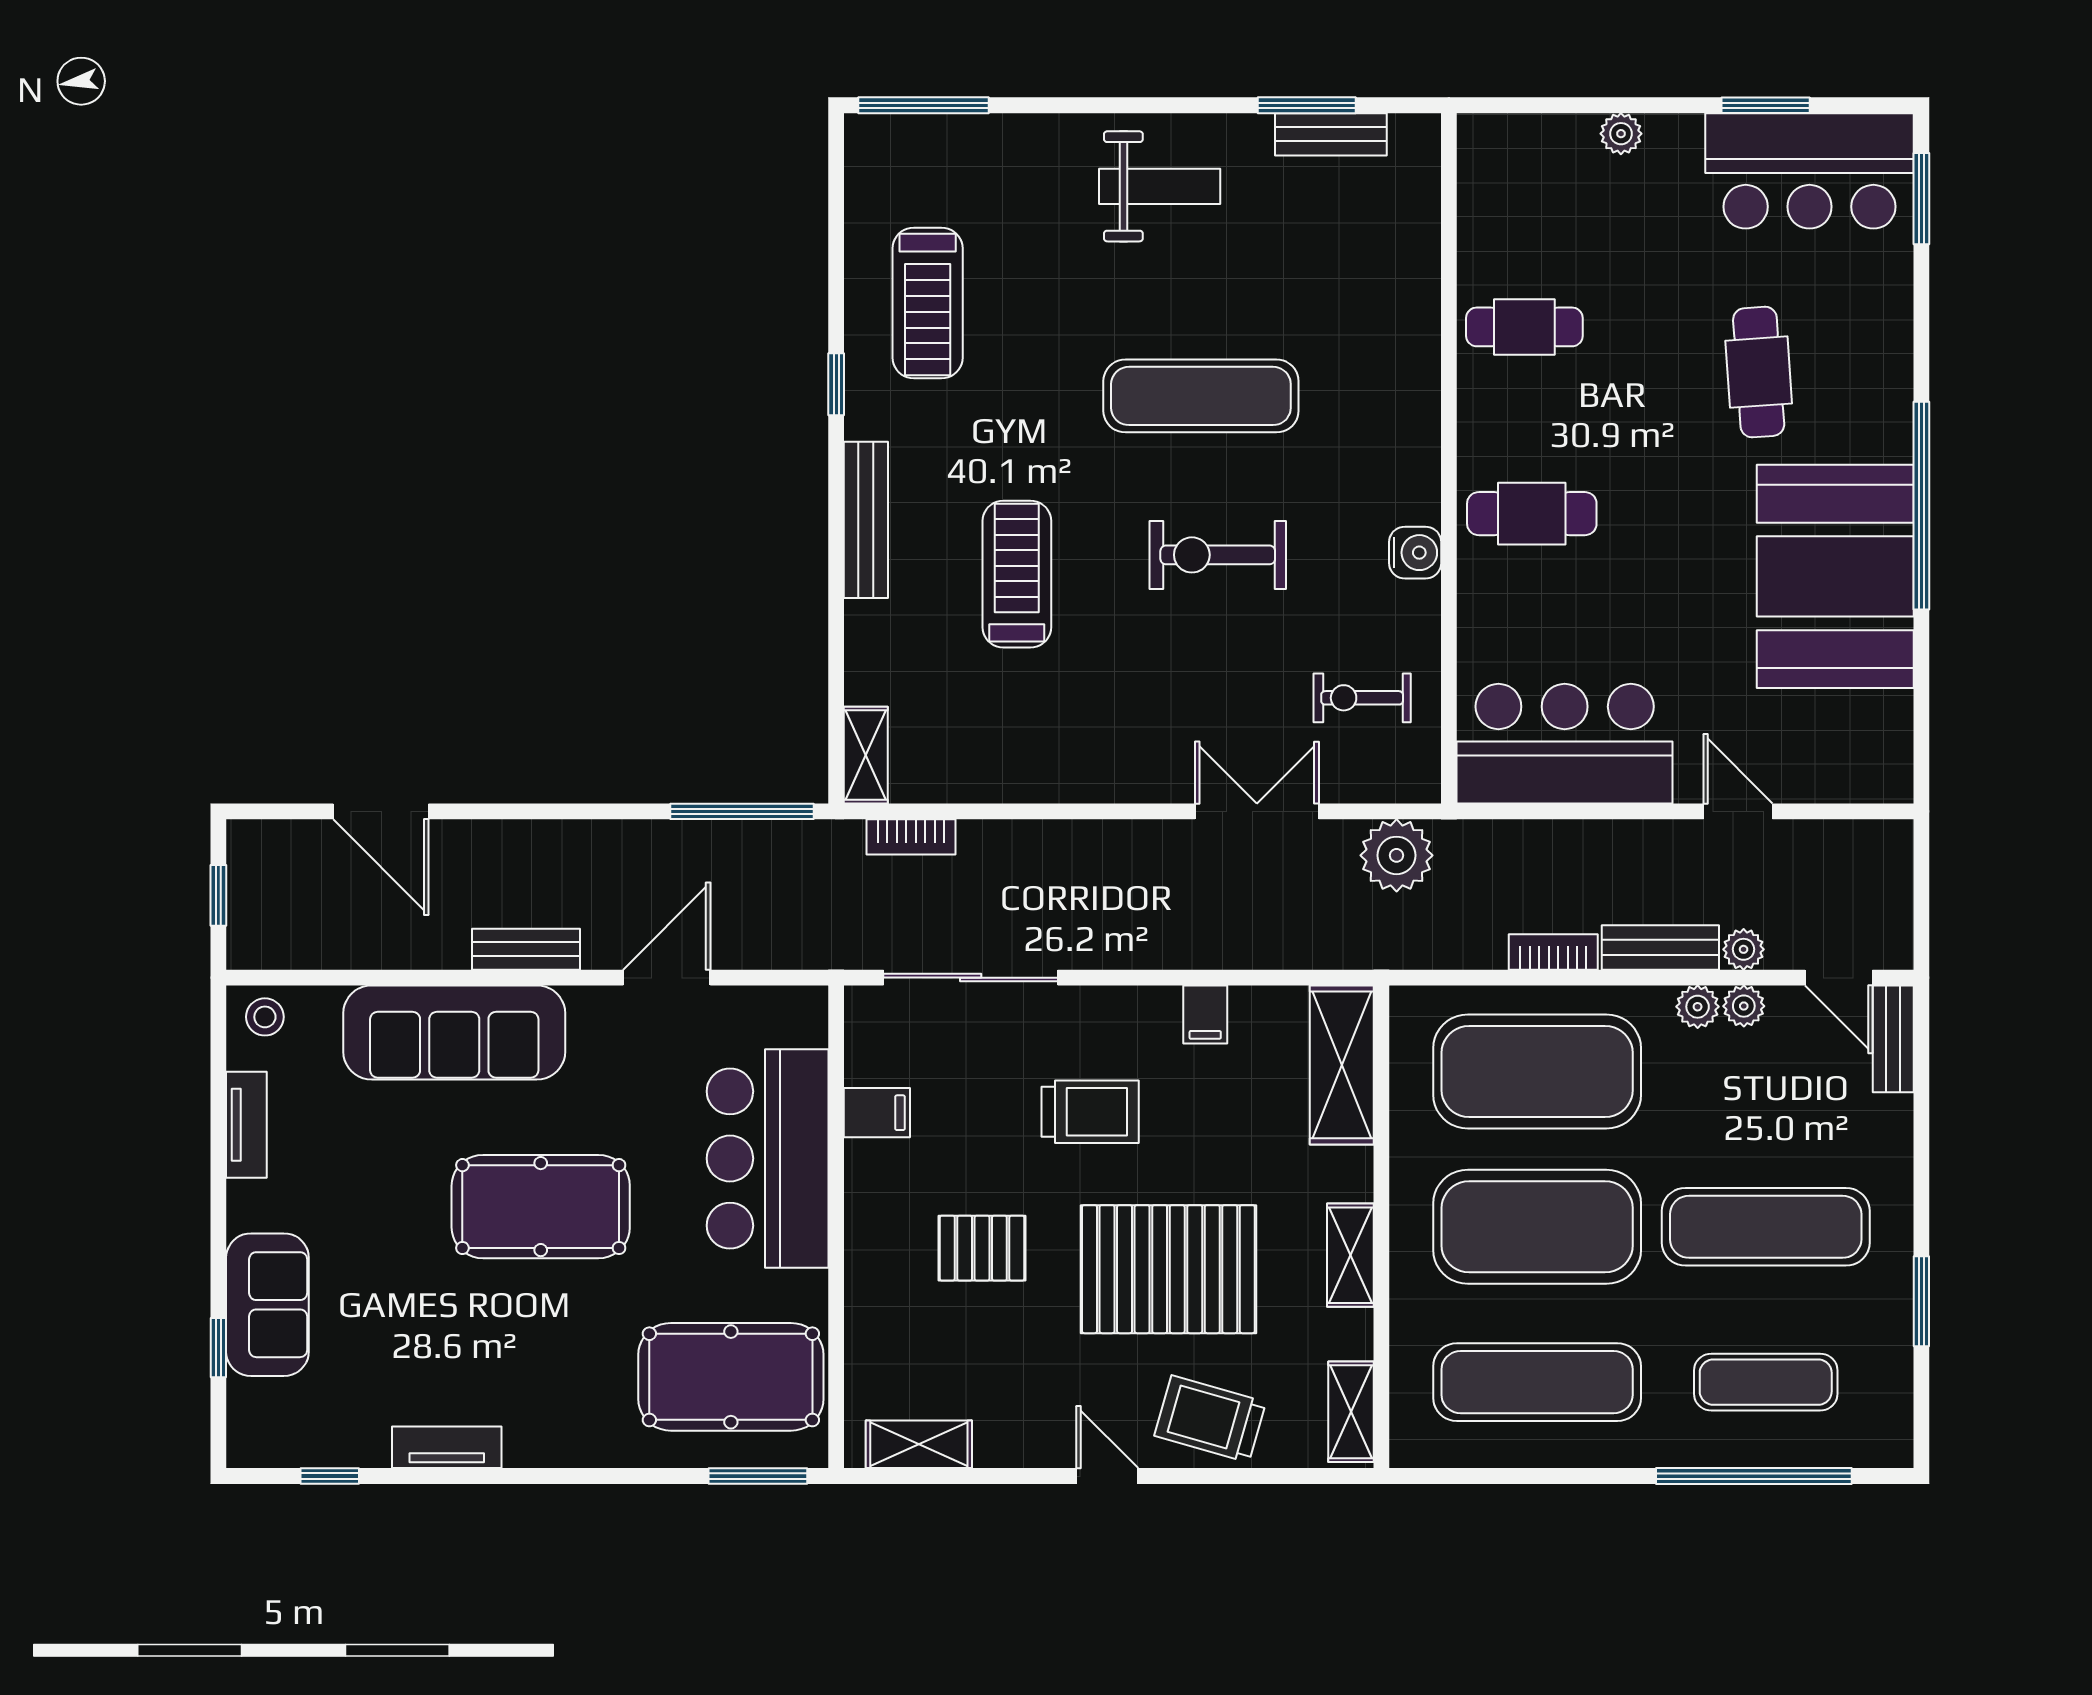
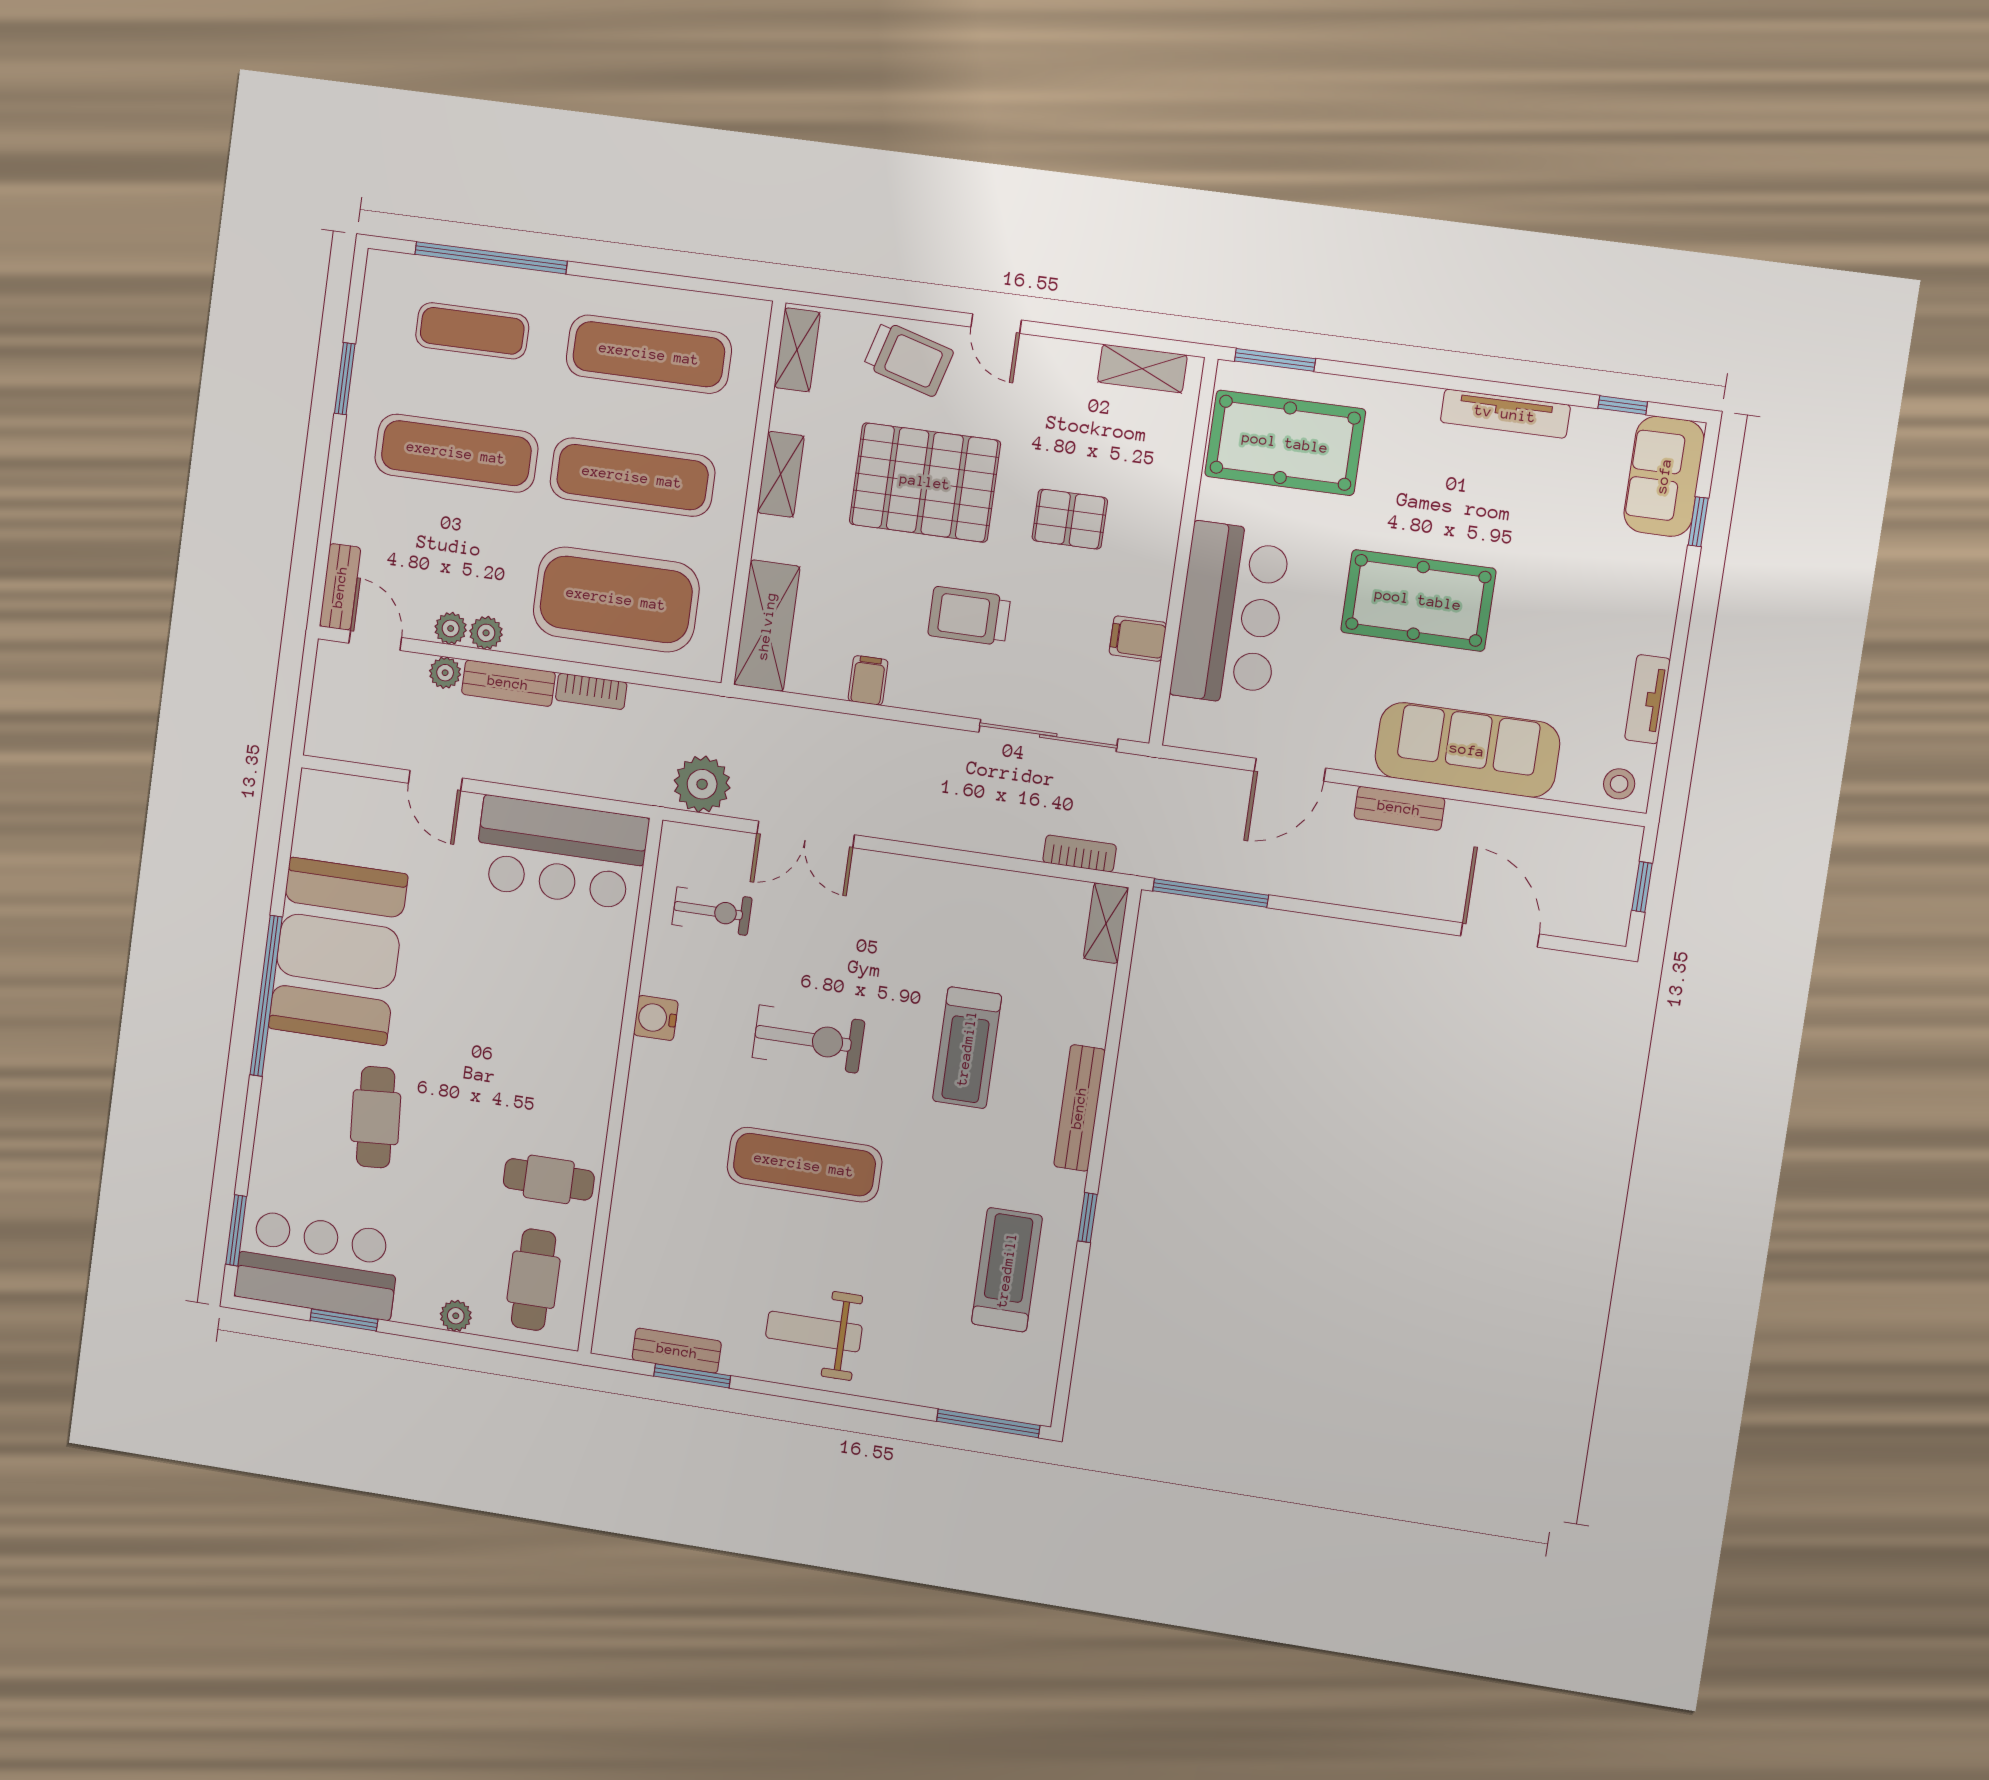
cafe table: (1532, 514) -> (534, 1280), moved, turned 90
exercise mat: (1537, 1227) -> (632, 477), width x0.68
sofa: (267, 1305) -> (1664, 476), moved
tv unit: (447, 1447) -> (1505, 414), width x1.41

